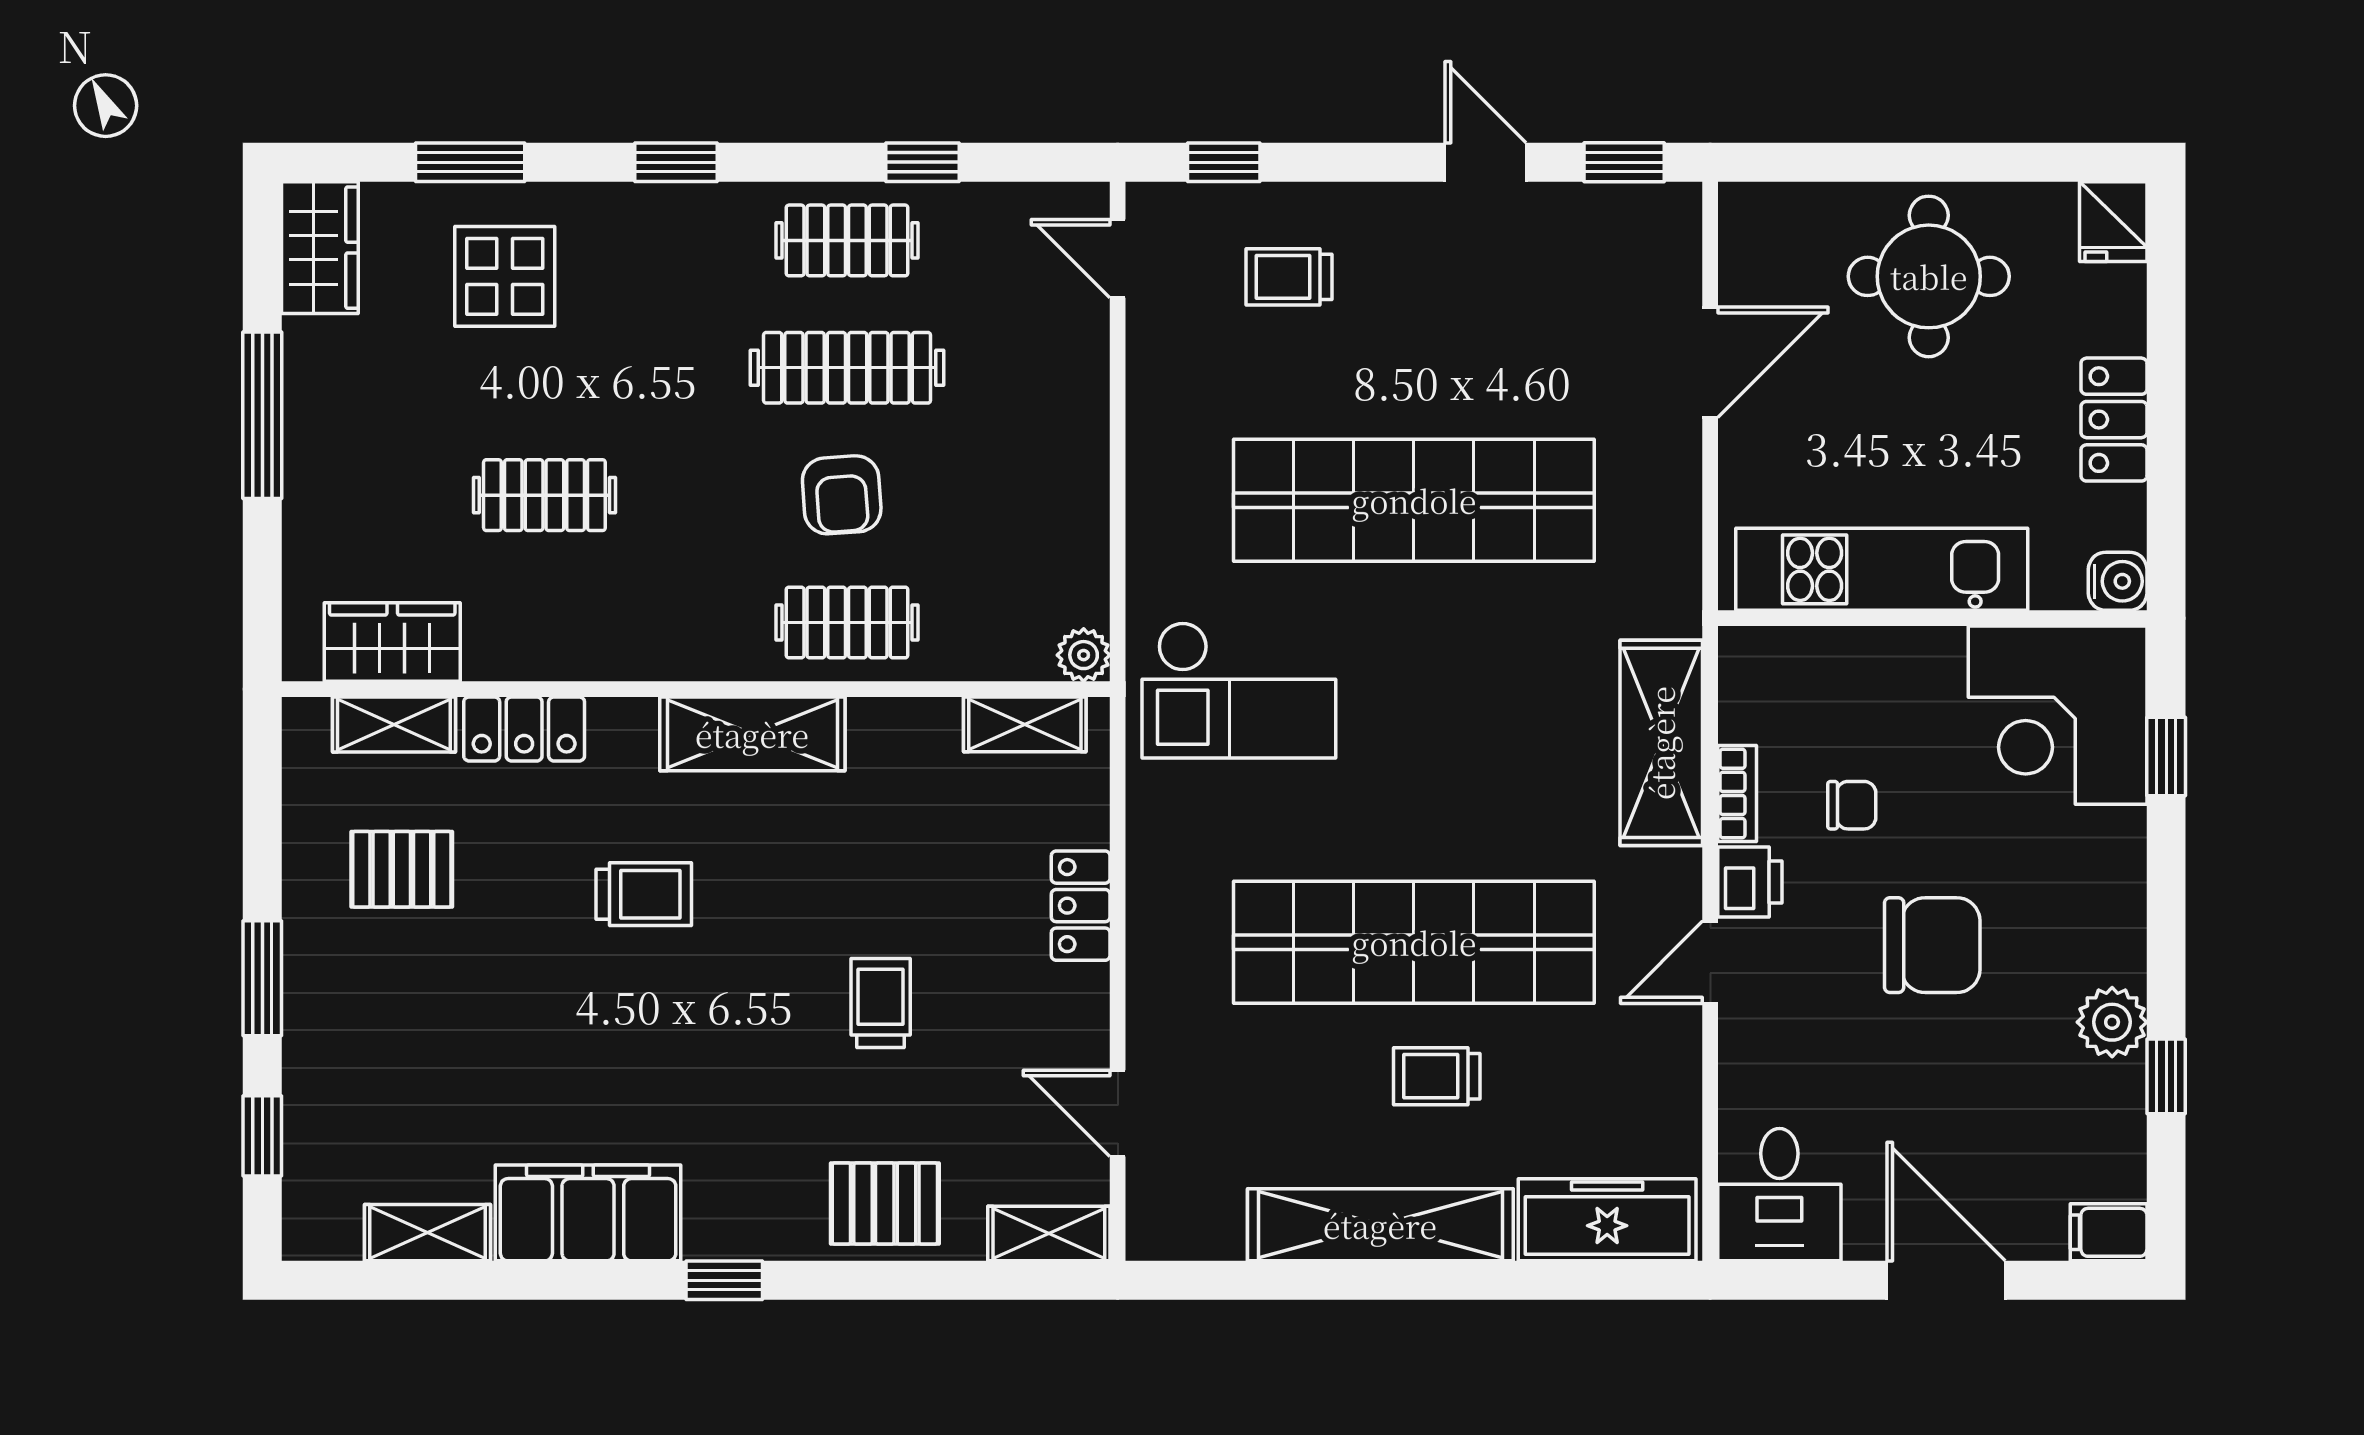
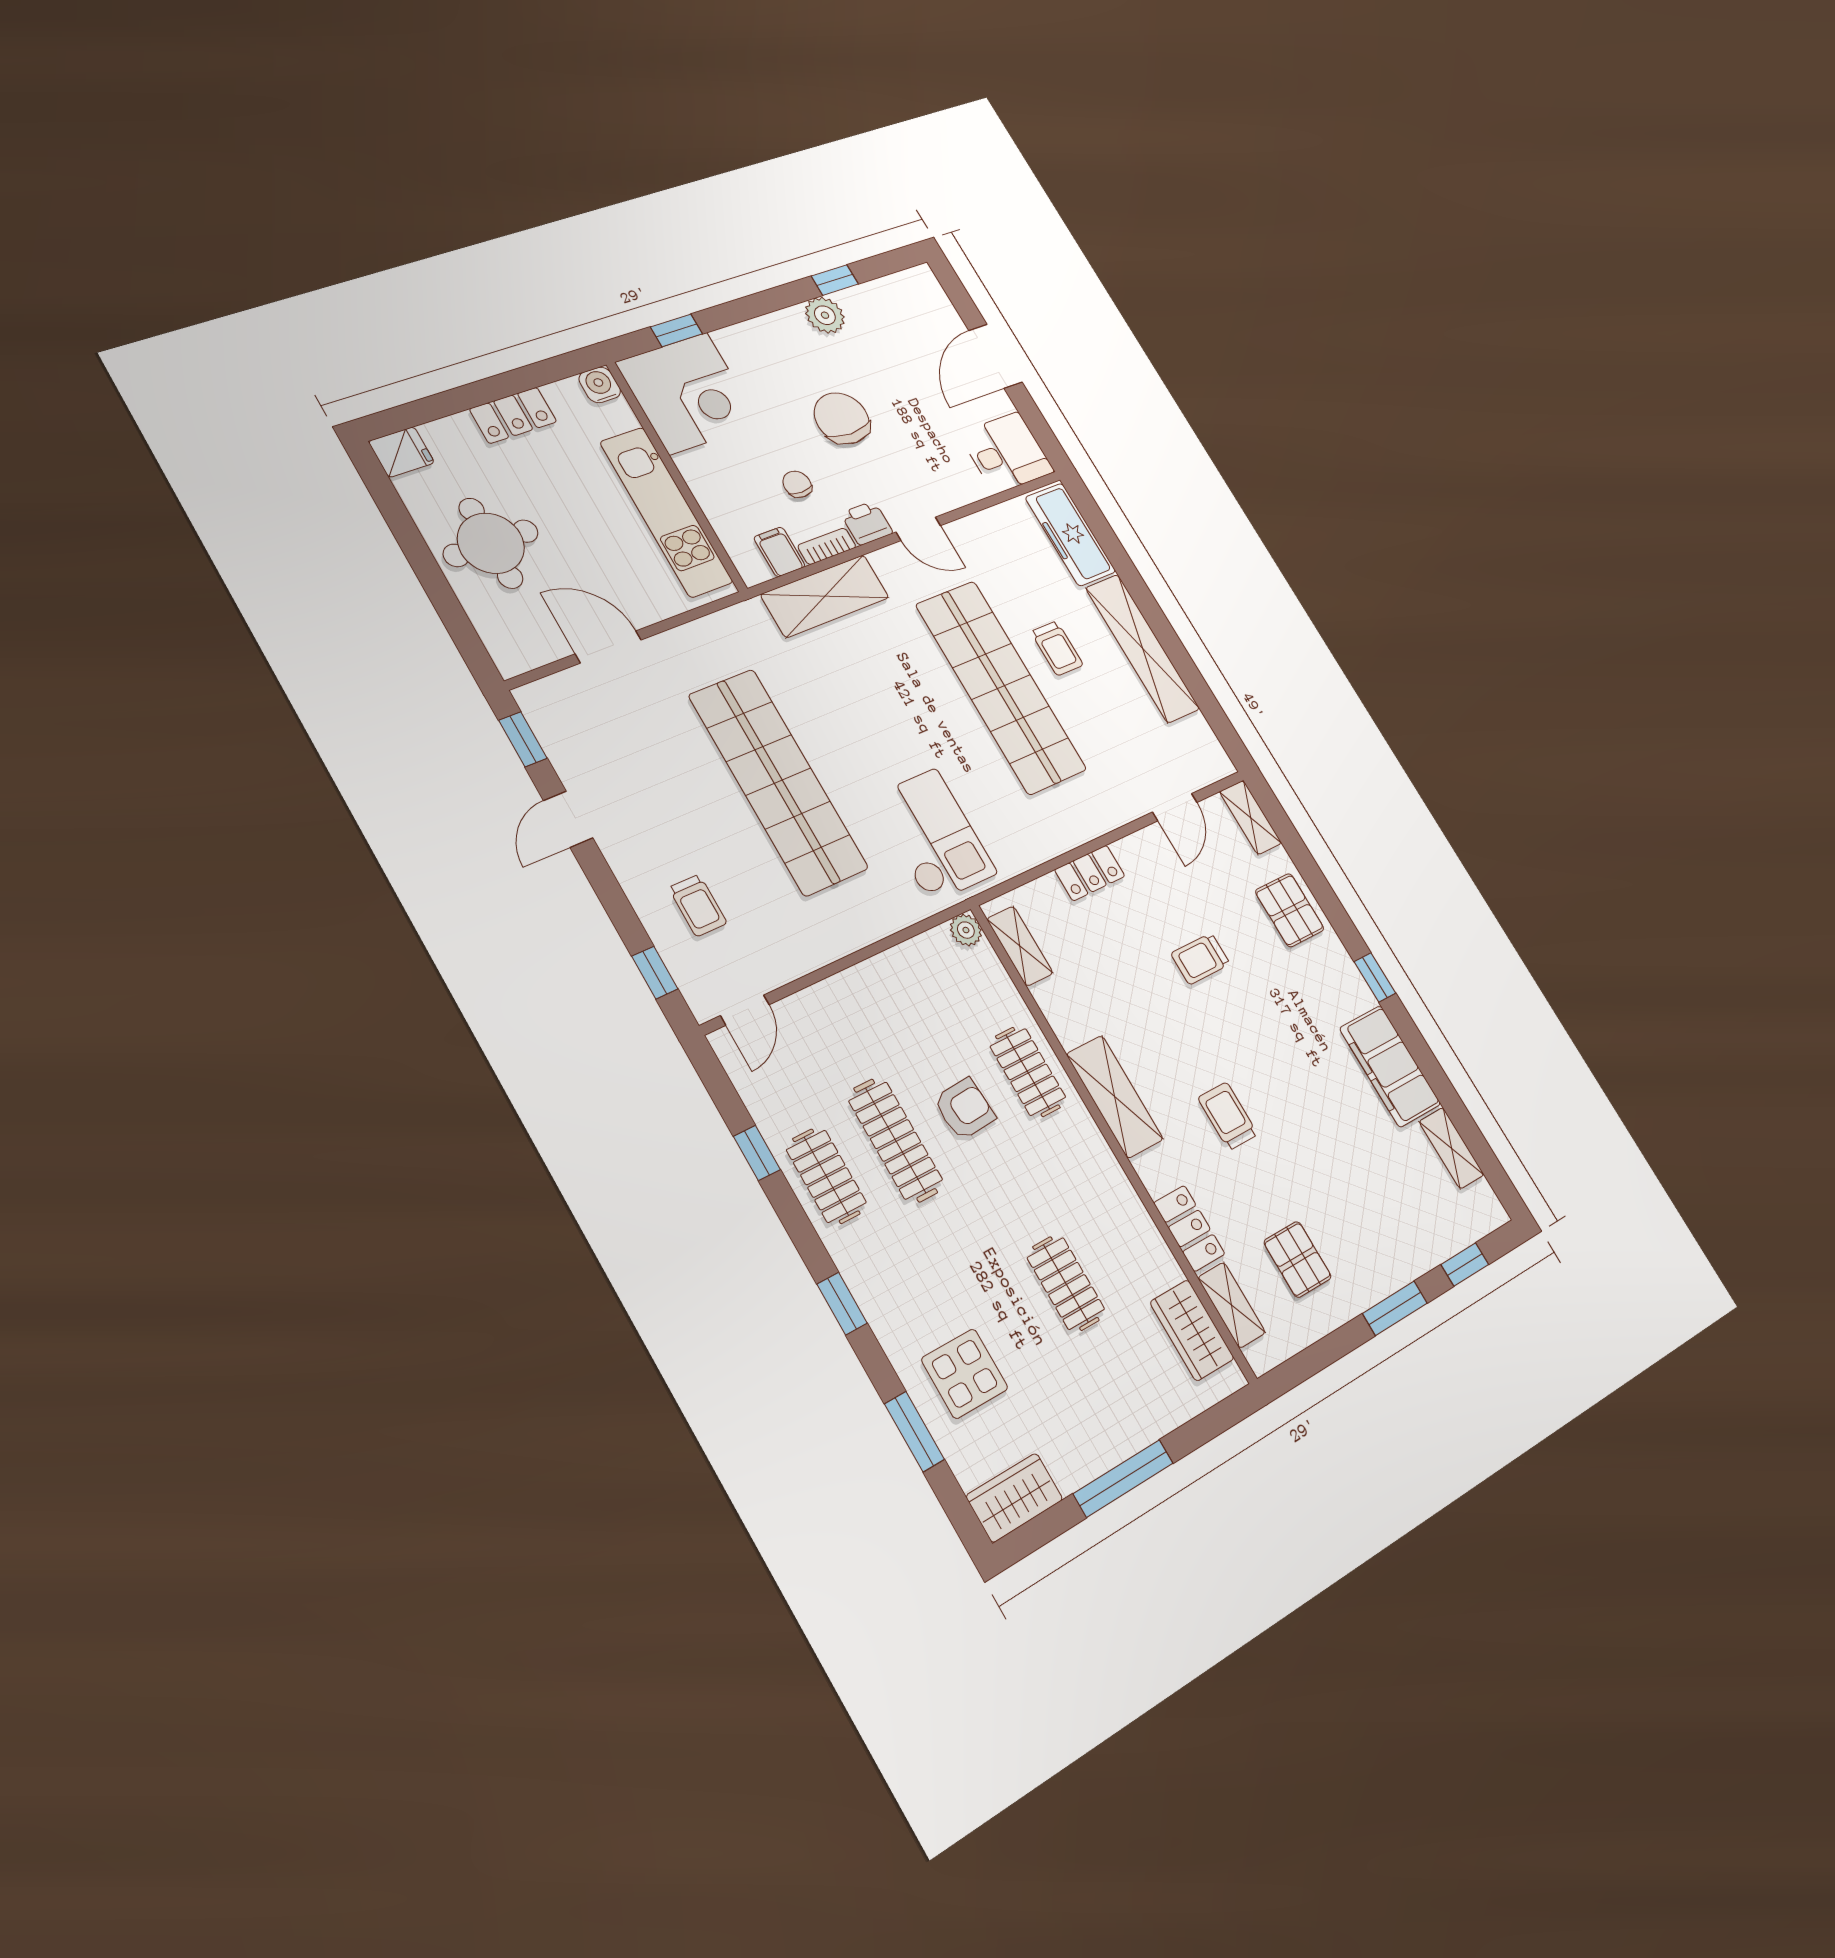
filing cabinet: (2109, 1232) -> (779, 552), moved, turned 180

